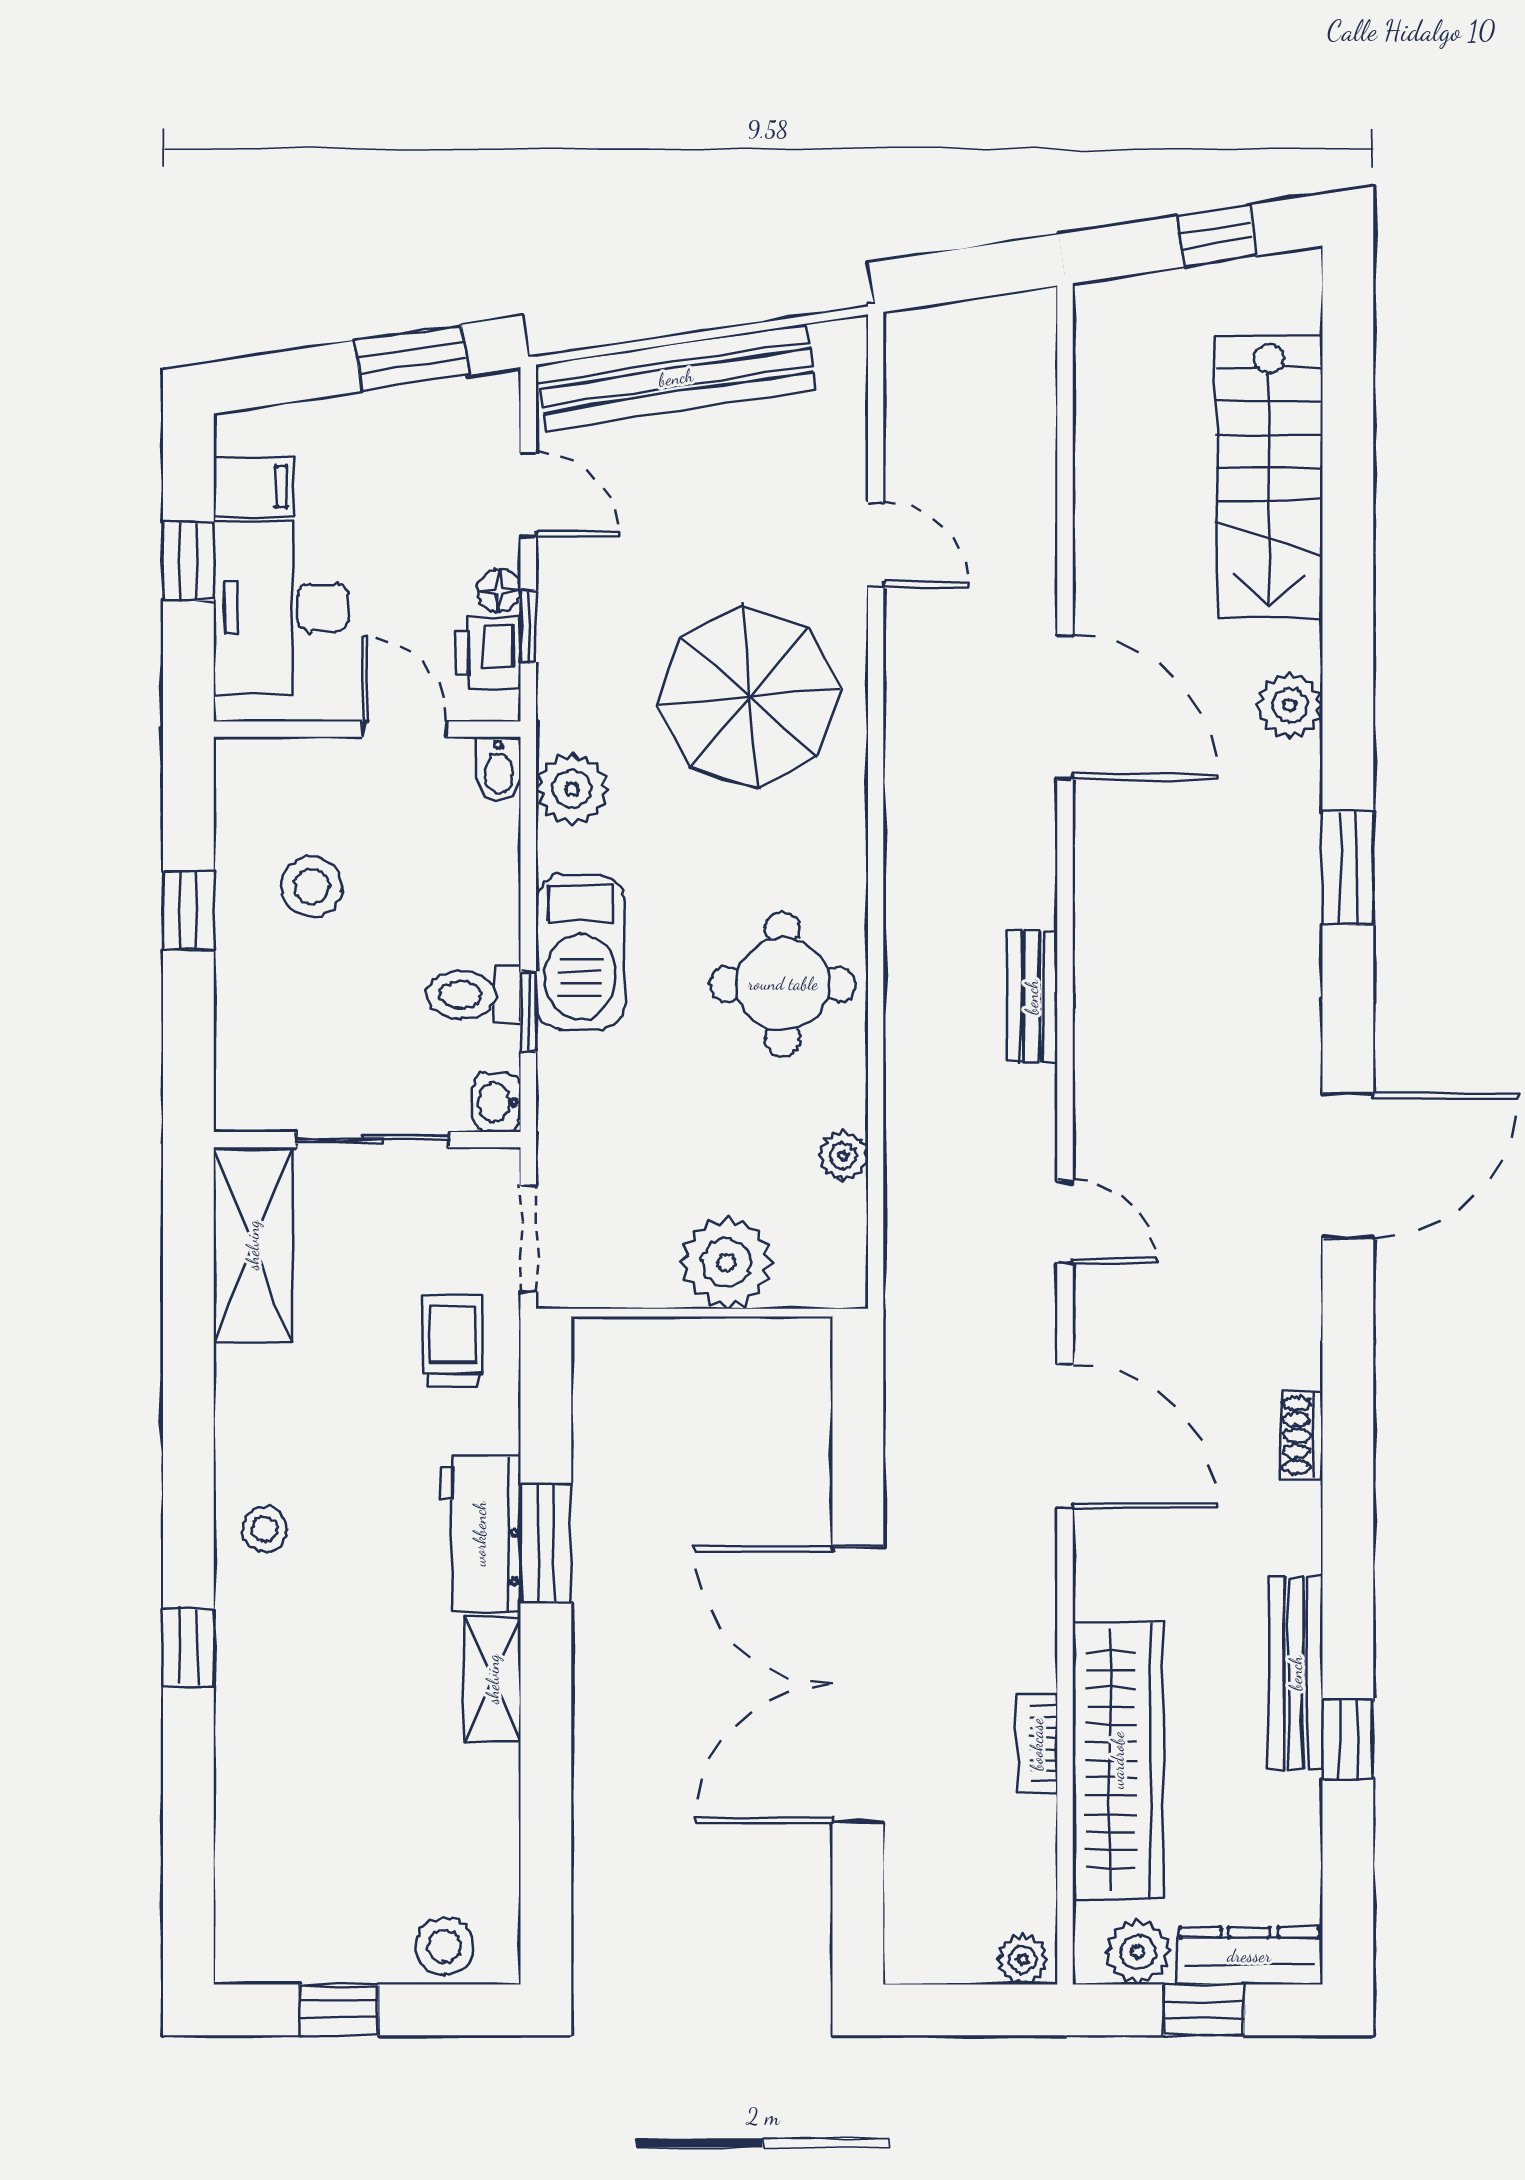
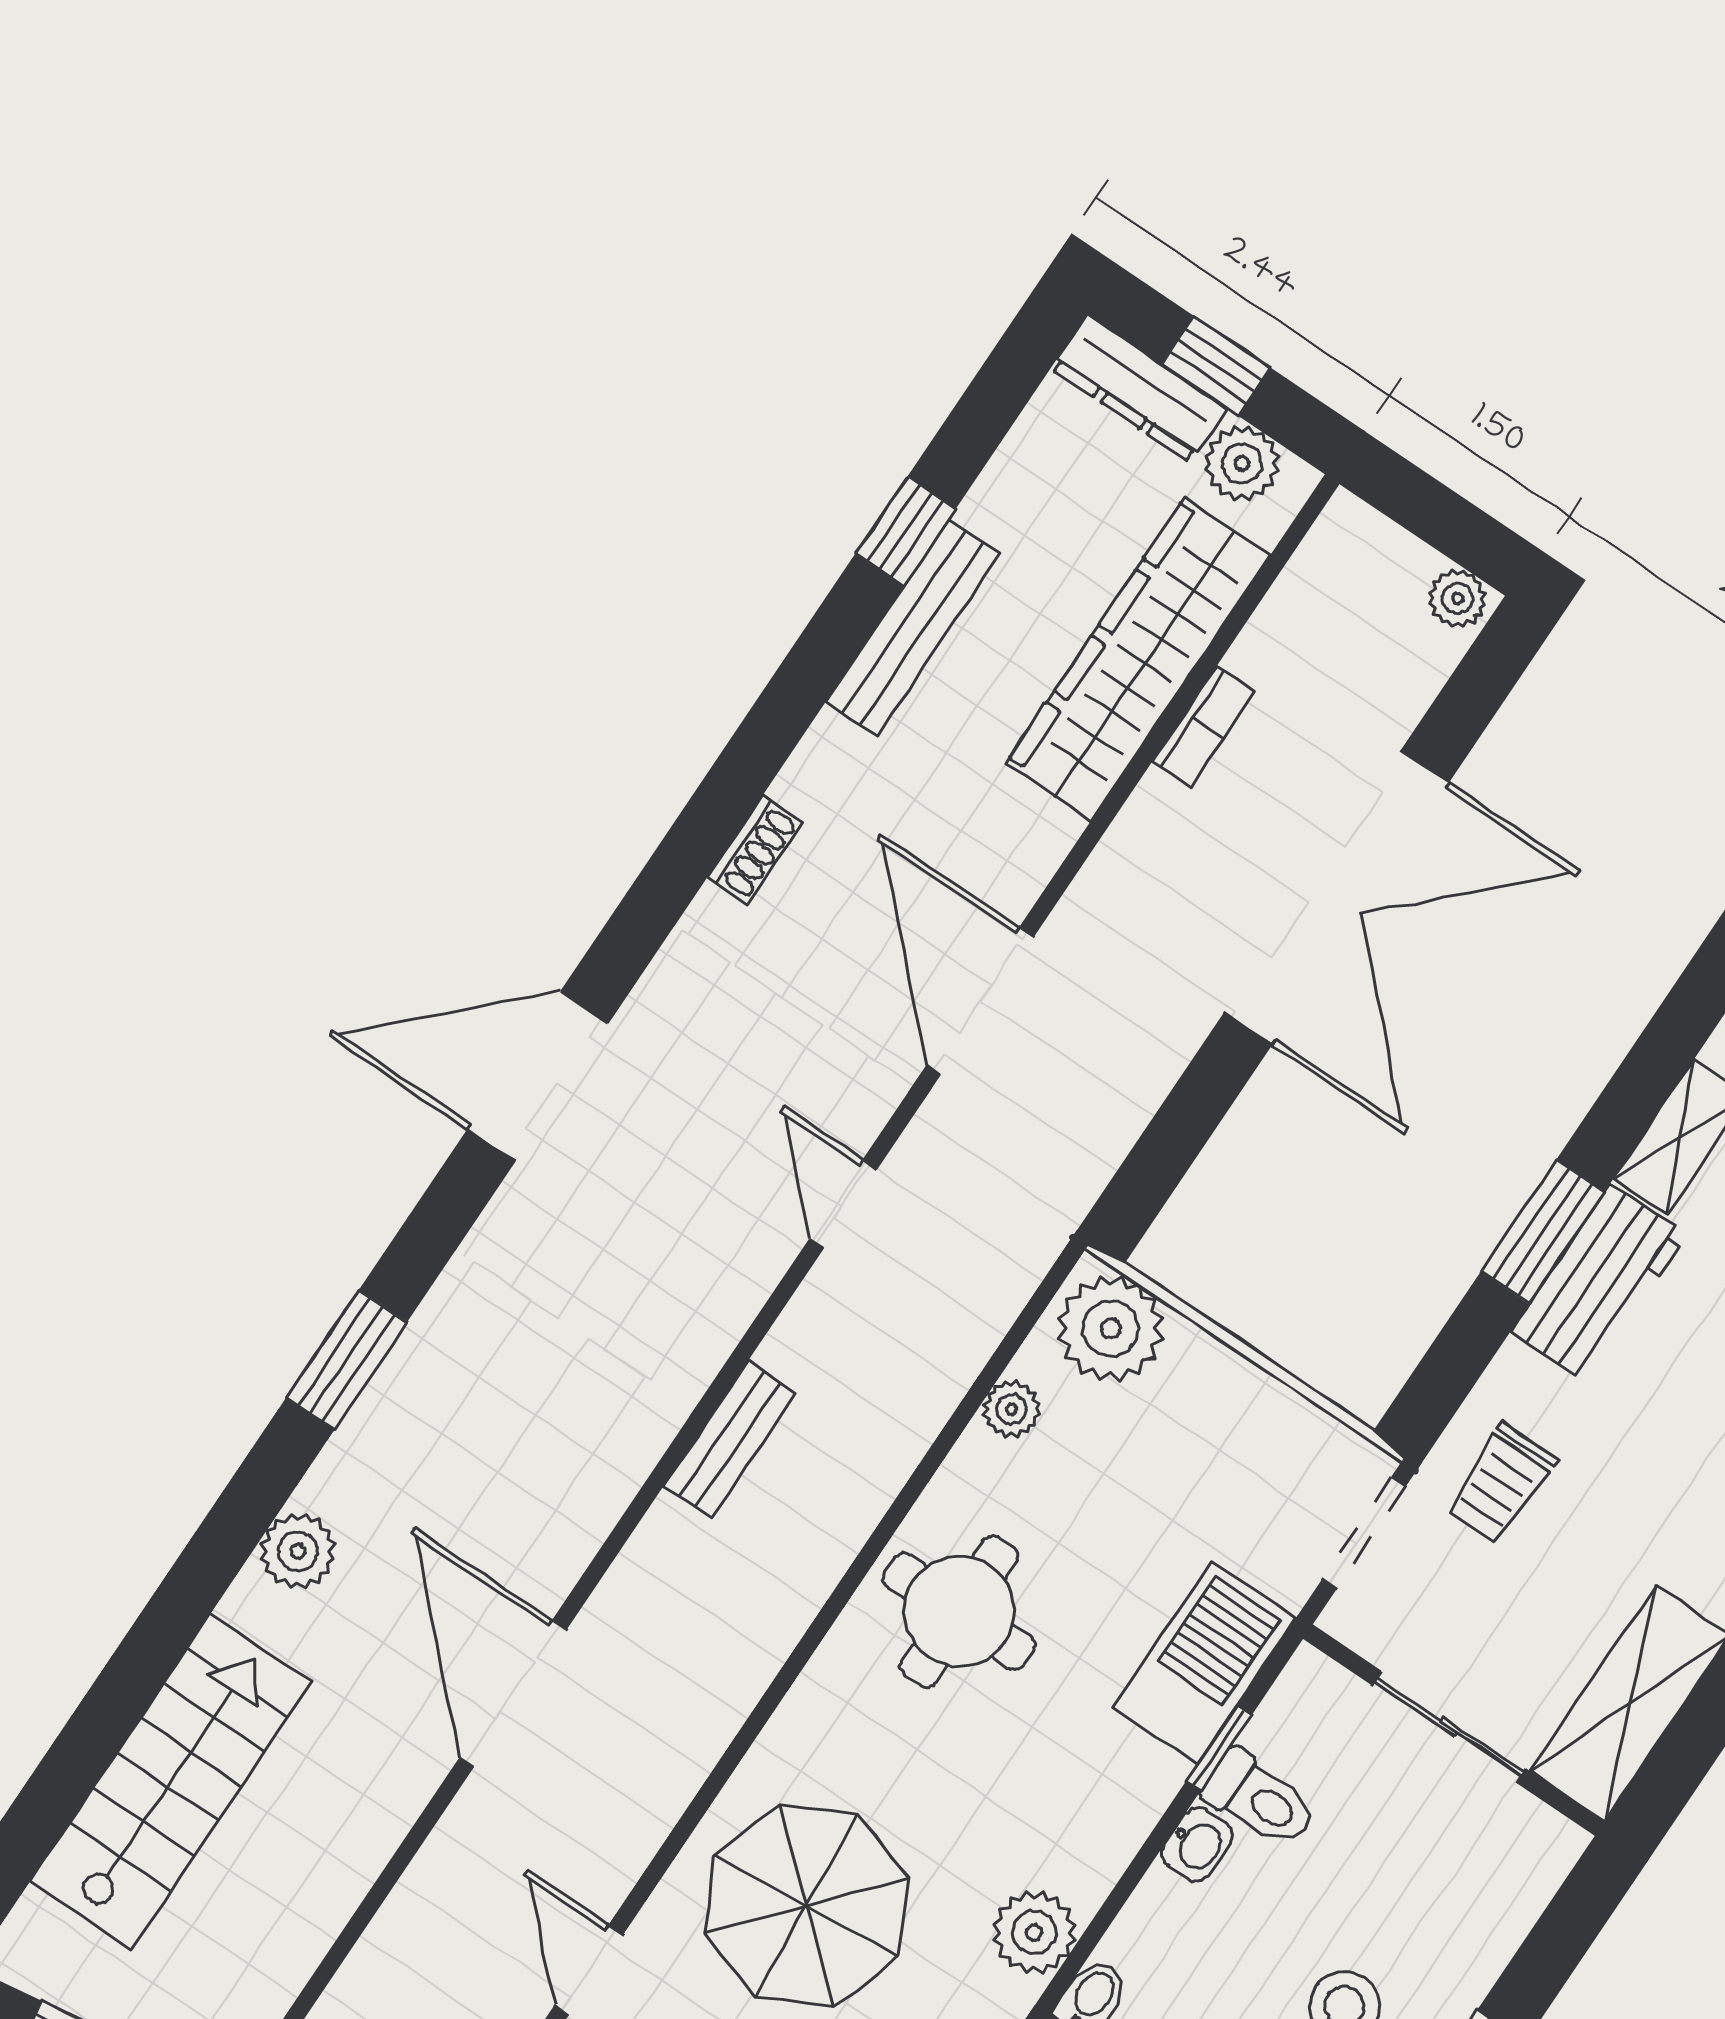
barbecue: (580, 952) -> (1204, 1663), moved
washbasin: (497, 1102) -> (1197, 1844), moved
plant: (727, 1263) -> (1111, 1329), moved
plant: (1023, 1959) -> (1458, 598), moved

